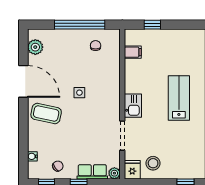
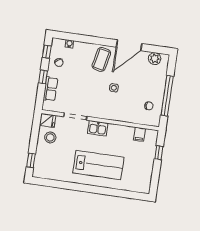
lab bench: (179, 98) -> (98, 165), width x1.36, depth x1.39
plant: (114, 173) -> (47, 106), removed

